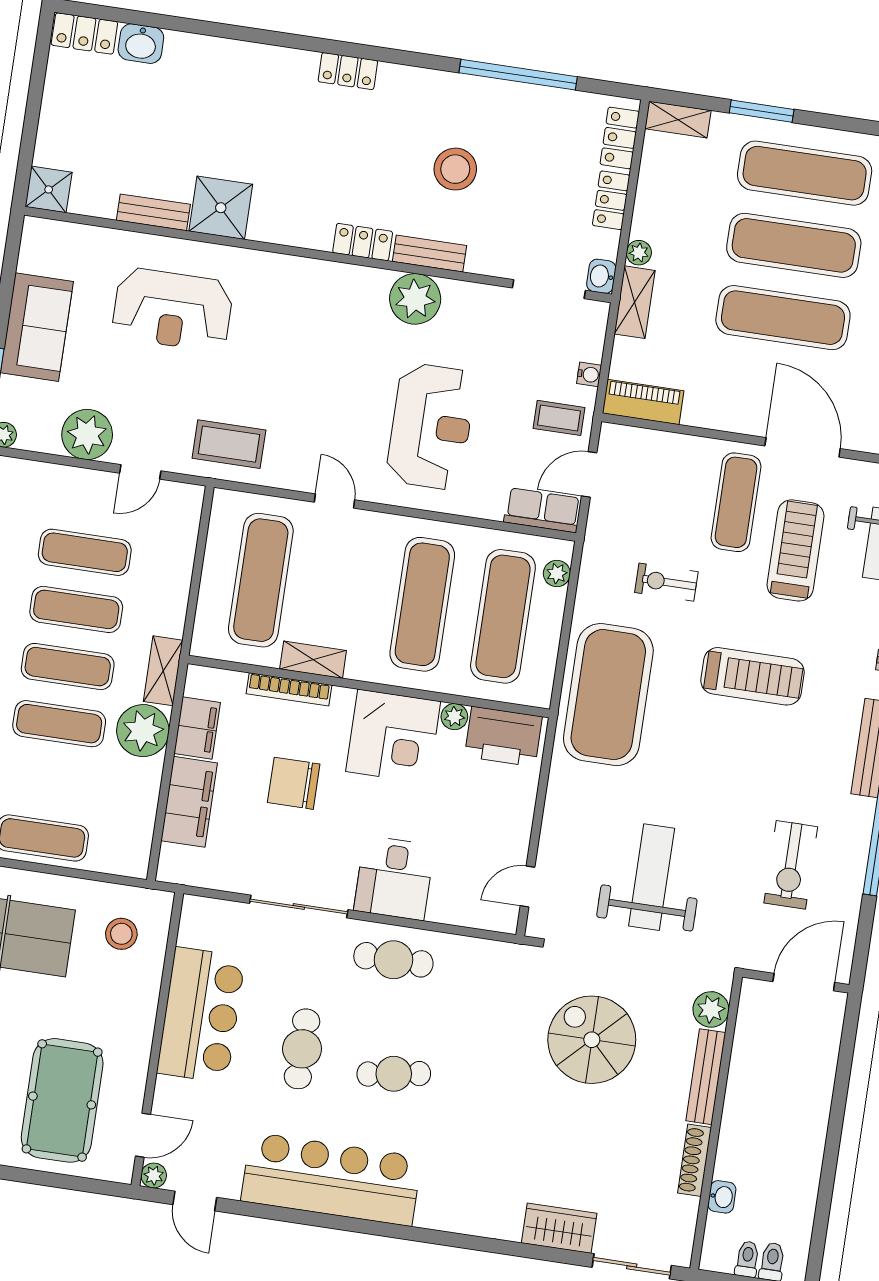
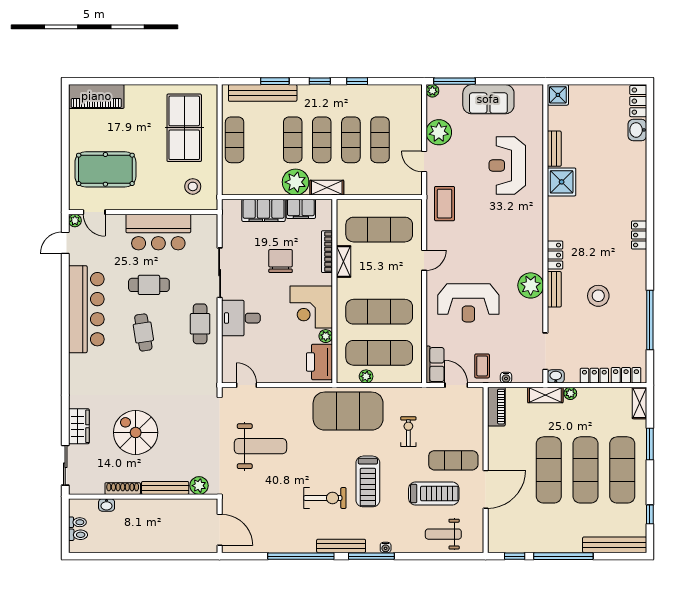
plant: (557, 573) -> (366, 376), moved
exercise bike: (791, 865) -> (325, 498), moved, turned 180
spiral stairs: (592, 1040) -> (136, 432), moved, turned -90

